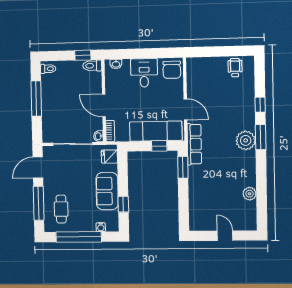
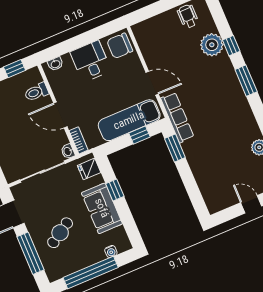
toilet: (92, 66) -> (36, 92), moved
chair: (172, 70) -> (120, 46), turned 90
plant: (246, 140) -> (212, 45), moved
window: (123, 204) -> (115, 190), moved
cafe table: (61, 209) -> (60, 233), moved, turned 58

